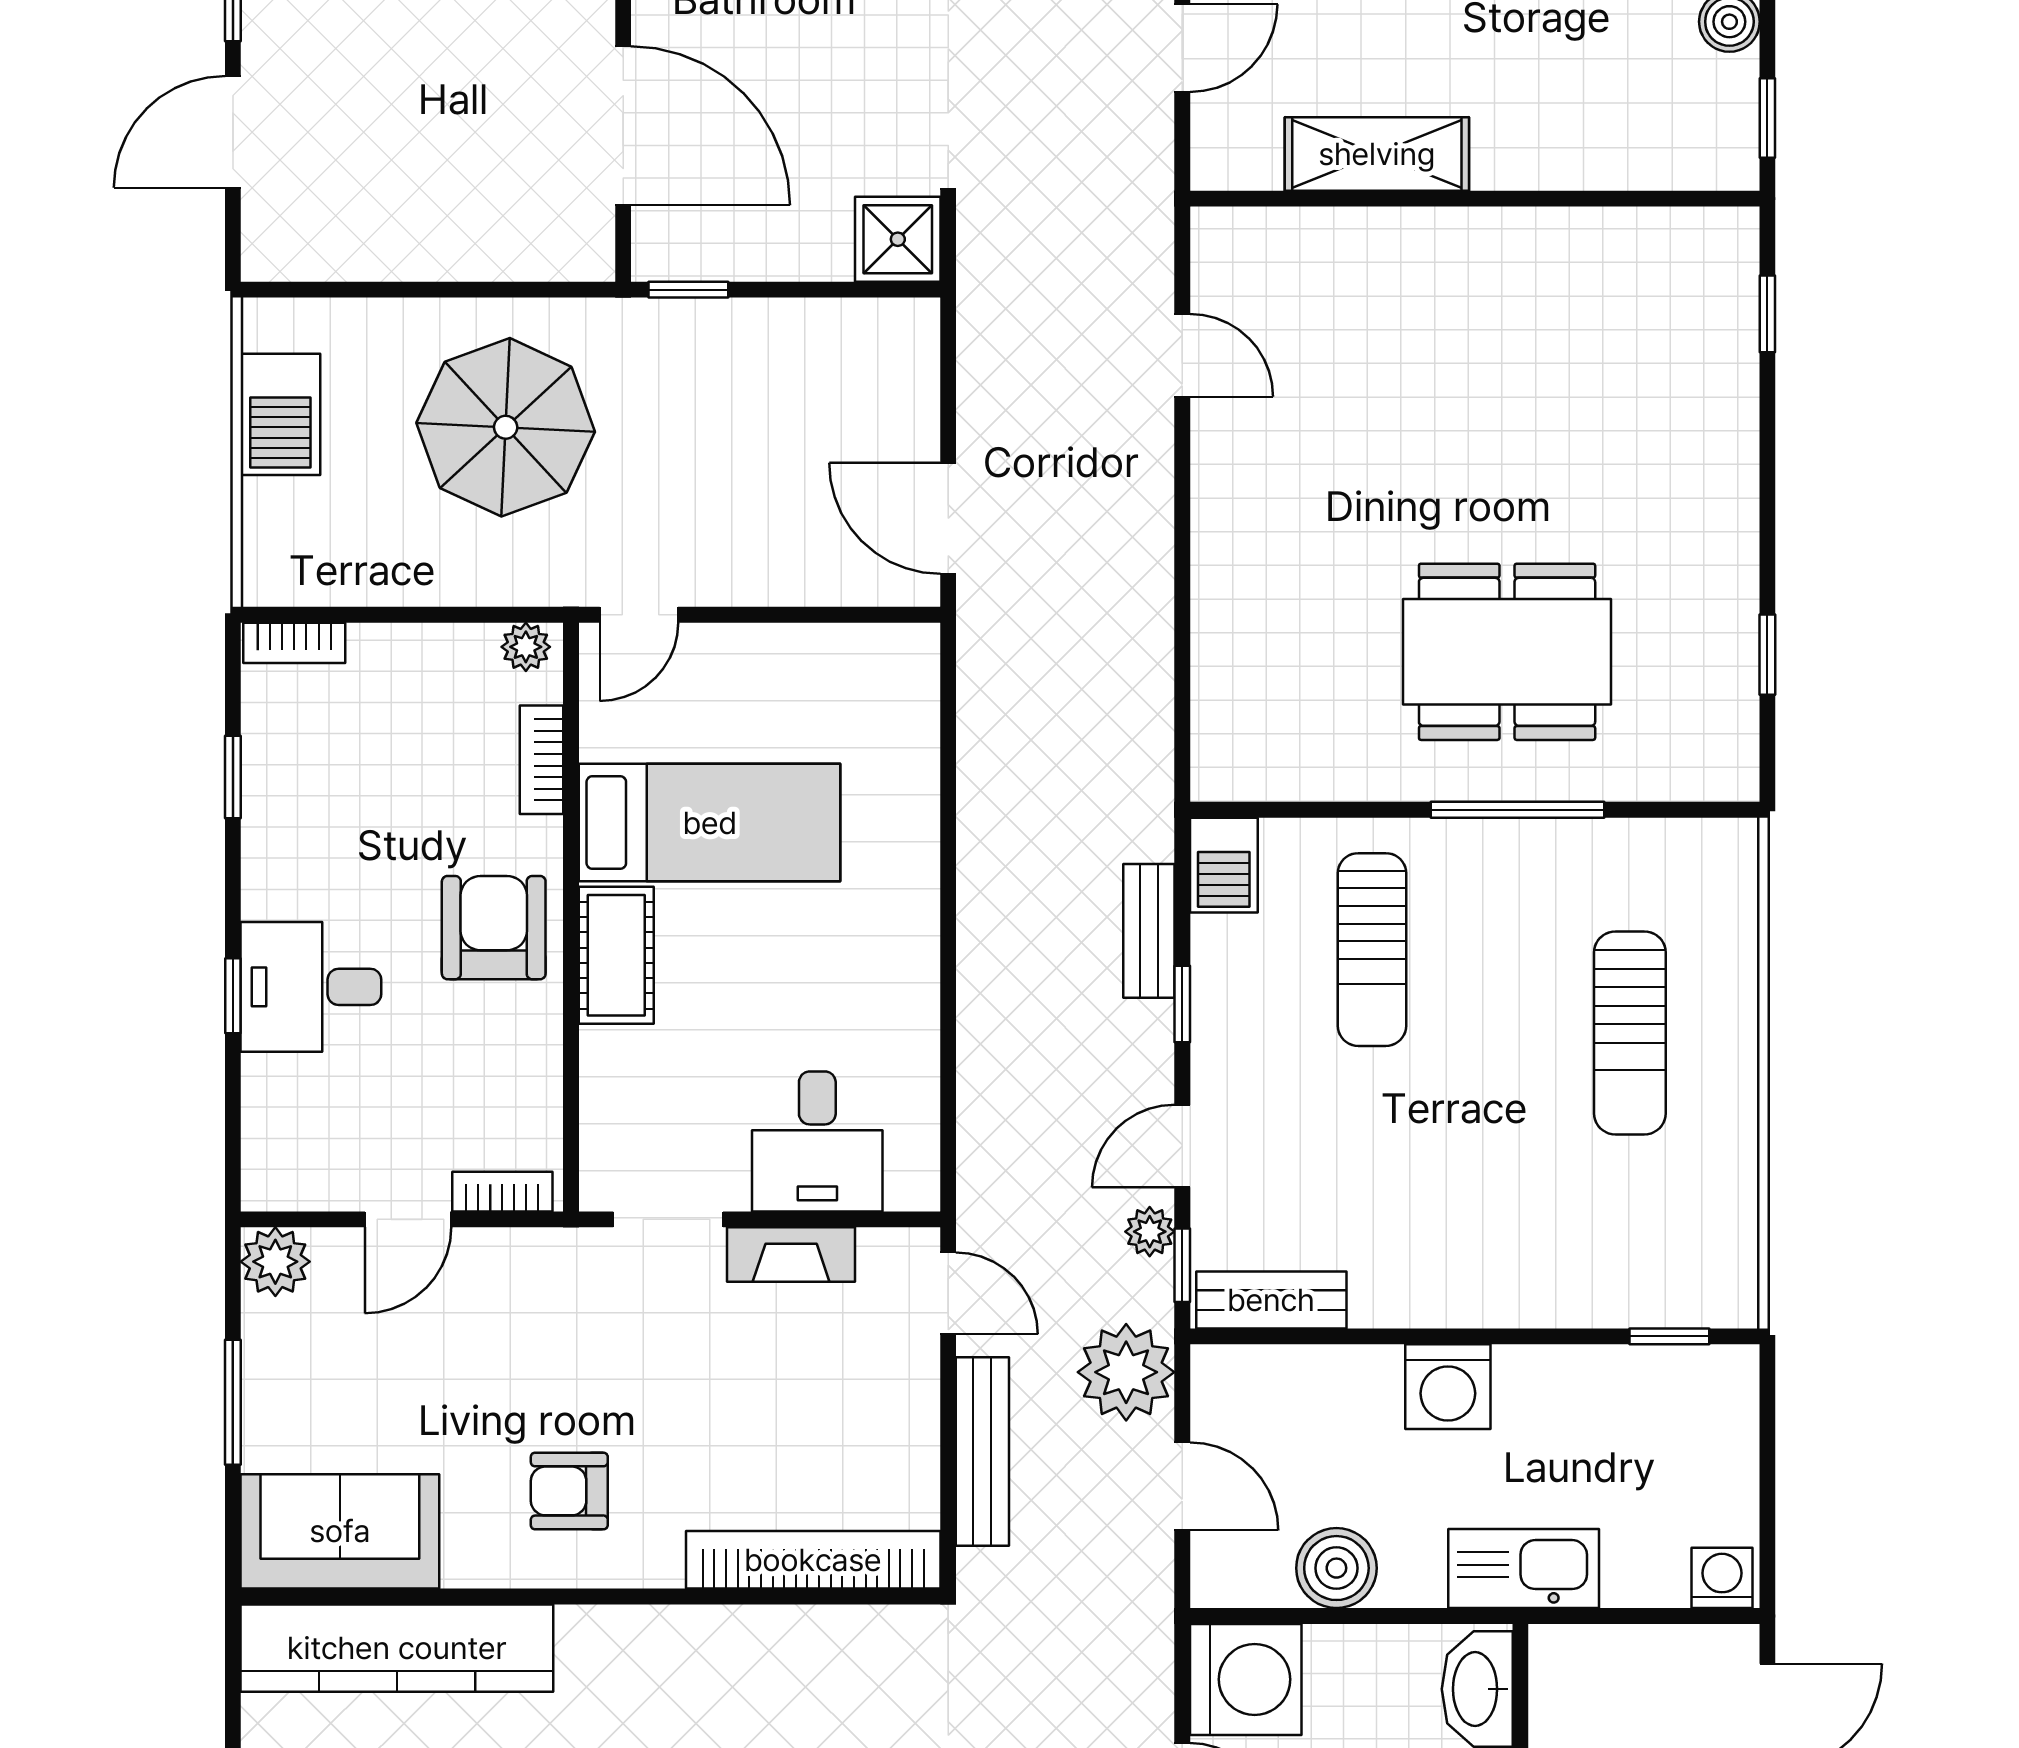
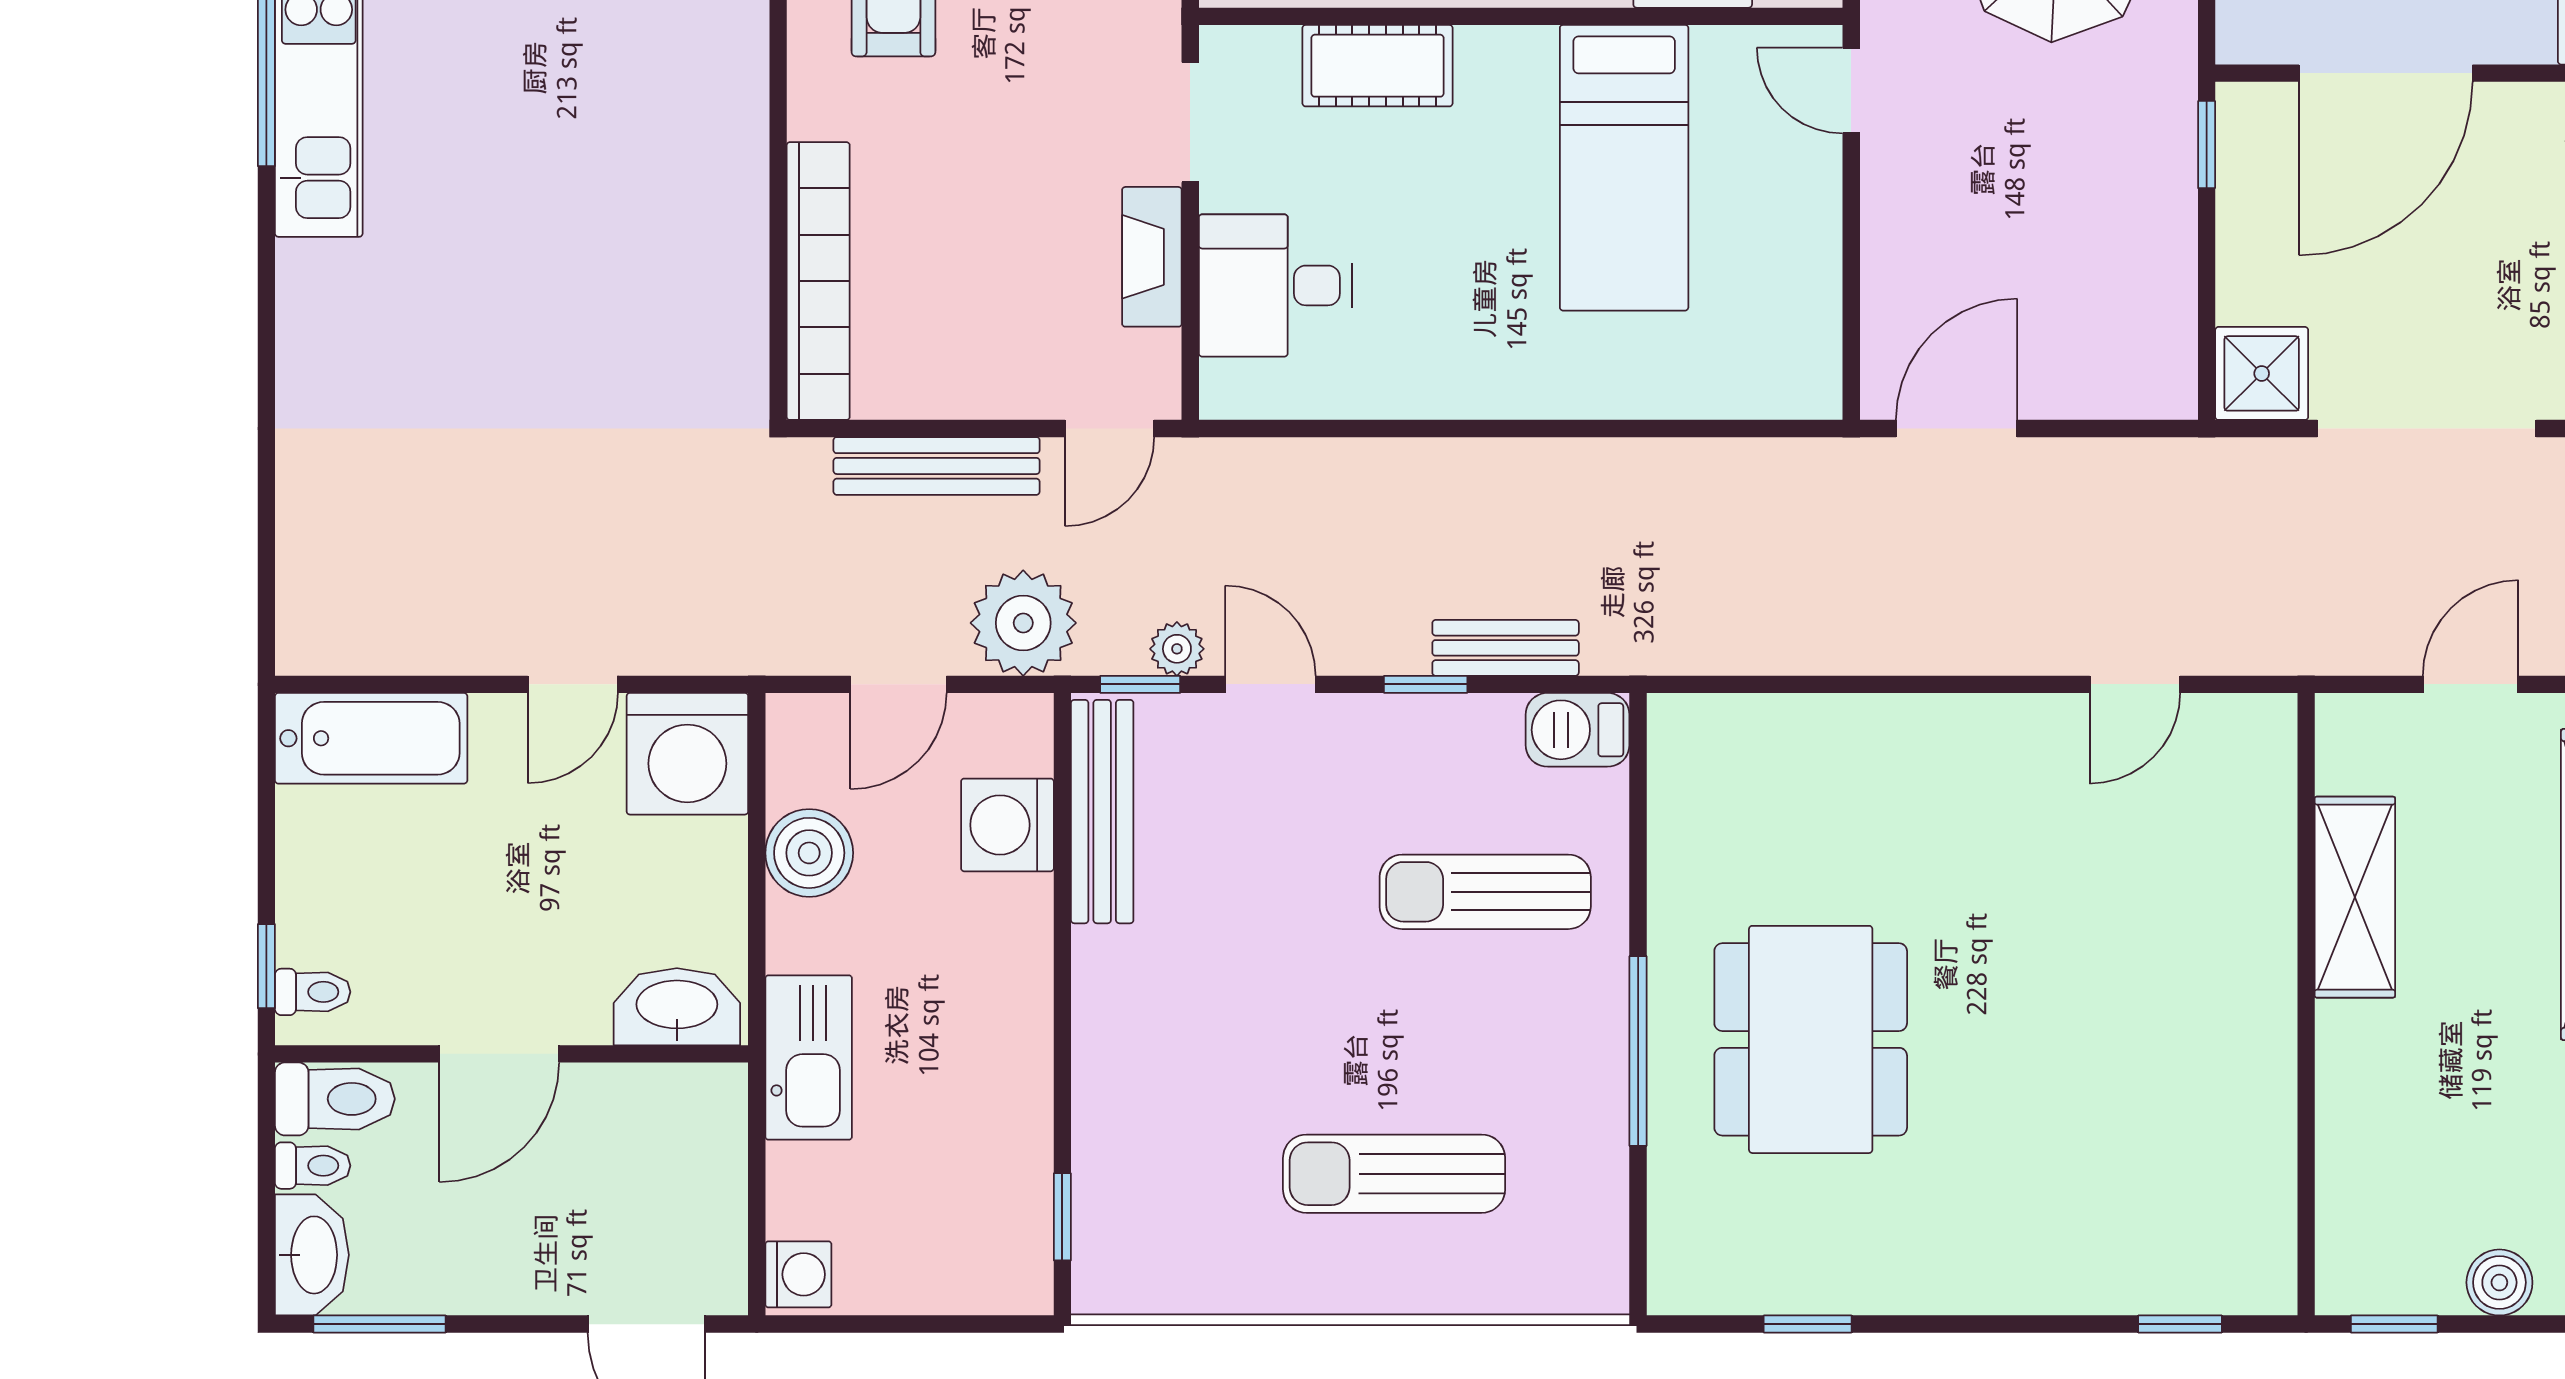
door: (1182, 48) -> (2471, 684), swing flipped
cot: (616, 955) -> (1378, 66), moved
bench: (1271, 1300) -> (1102, 812), width x1.36
washing machine: (1448, 1387) -> (1007, 825), moved

